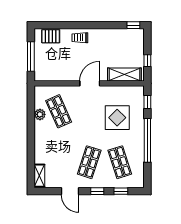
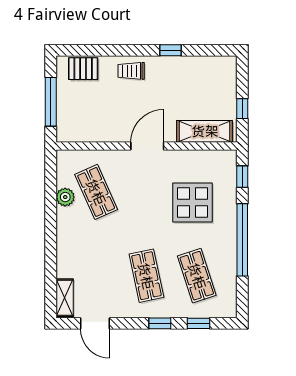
window: (133, 25) -> (171, 50), moved
shop shelf: (89, 162) -> (146, 276), turned -30
door: (70, 191) -> (95, 323), moved

